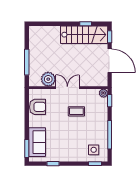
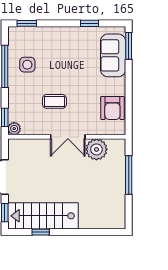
armchair: (38, 107) -> (112, 108), turned -90
side table: (94, 150) -> (27, 65), moved

